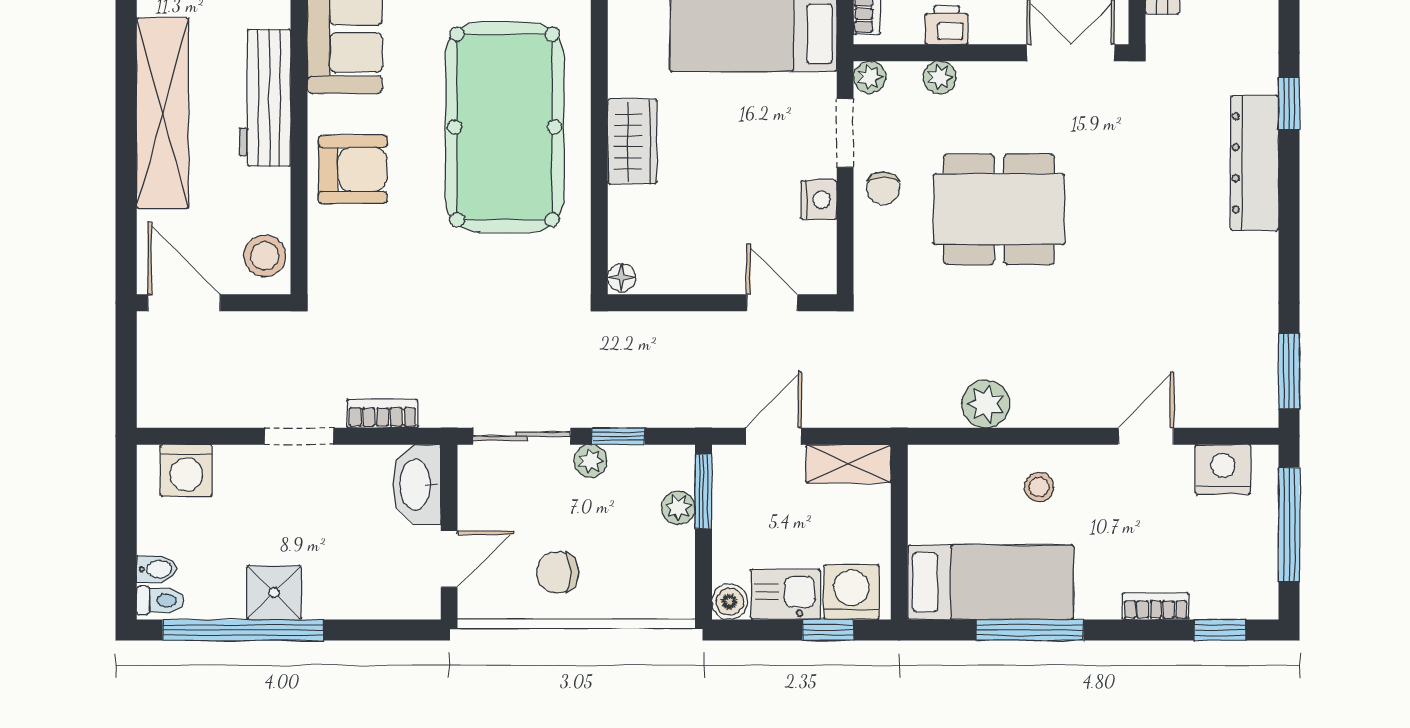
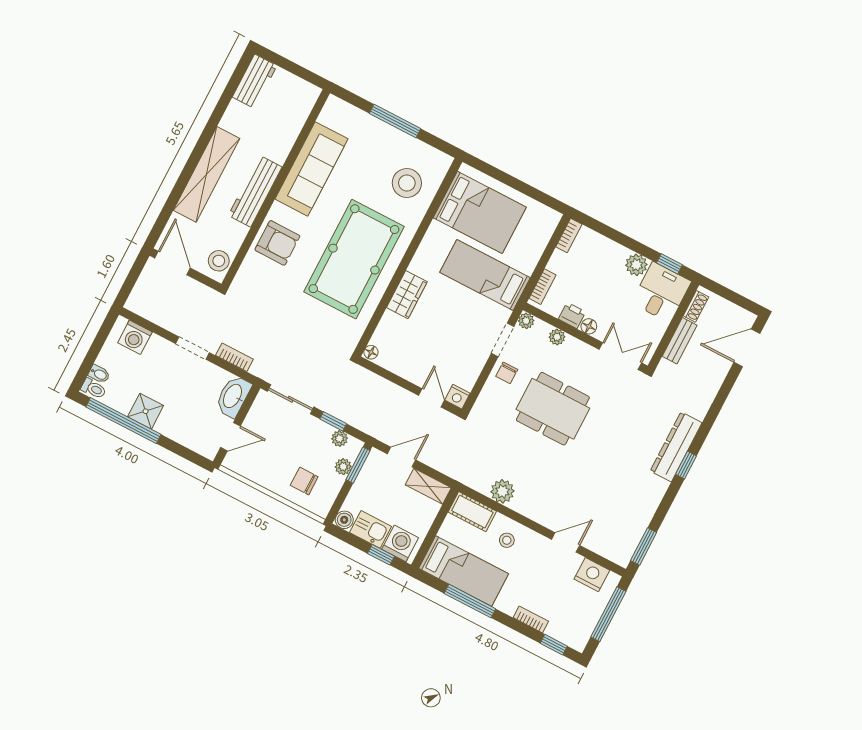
floor lamp: (987, 29) -> (589, 326), added
window: (1289, 103) -> (686, 465), moved
nightstand: (819, 200) -> (457, 397), moved, turned 90
plant: (591, 461) -> (340, 439), moved
cot: (951, 468) -> (472, 512), added
chair: (557, 572) -> (304, 481), moved

